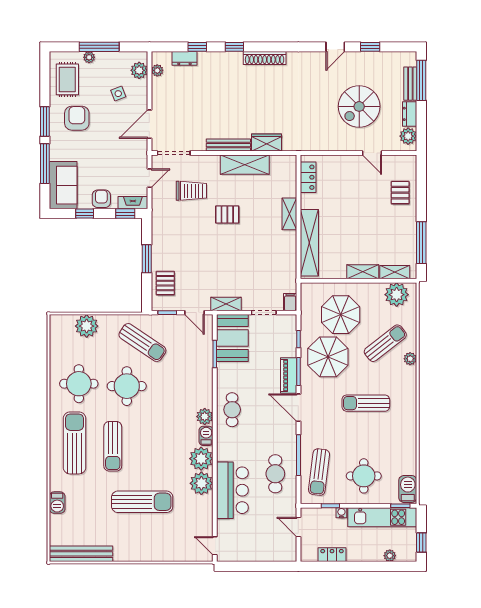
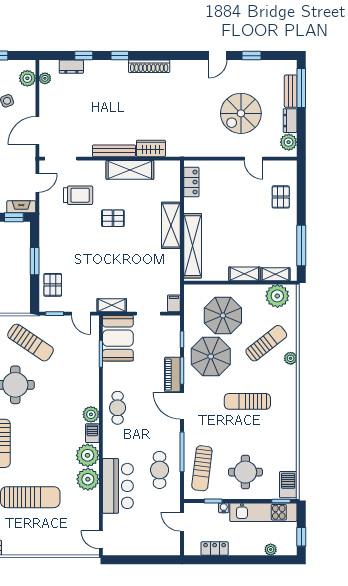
shelving: (289, 214) -> (171, 225), width x1.50, depth x1.33

